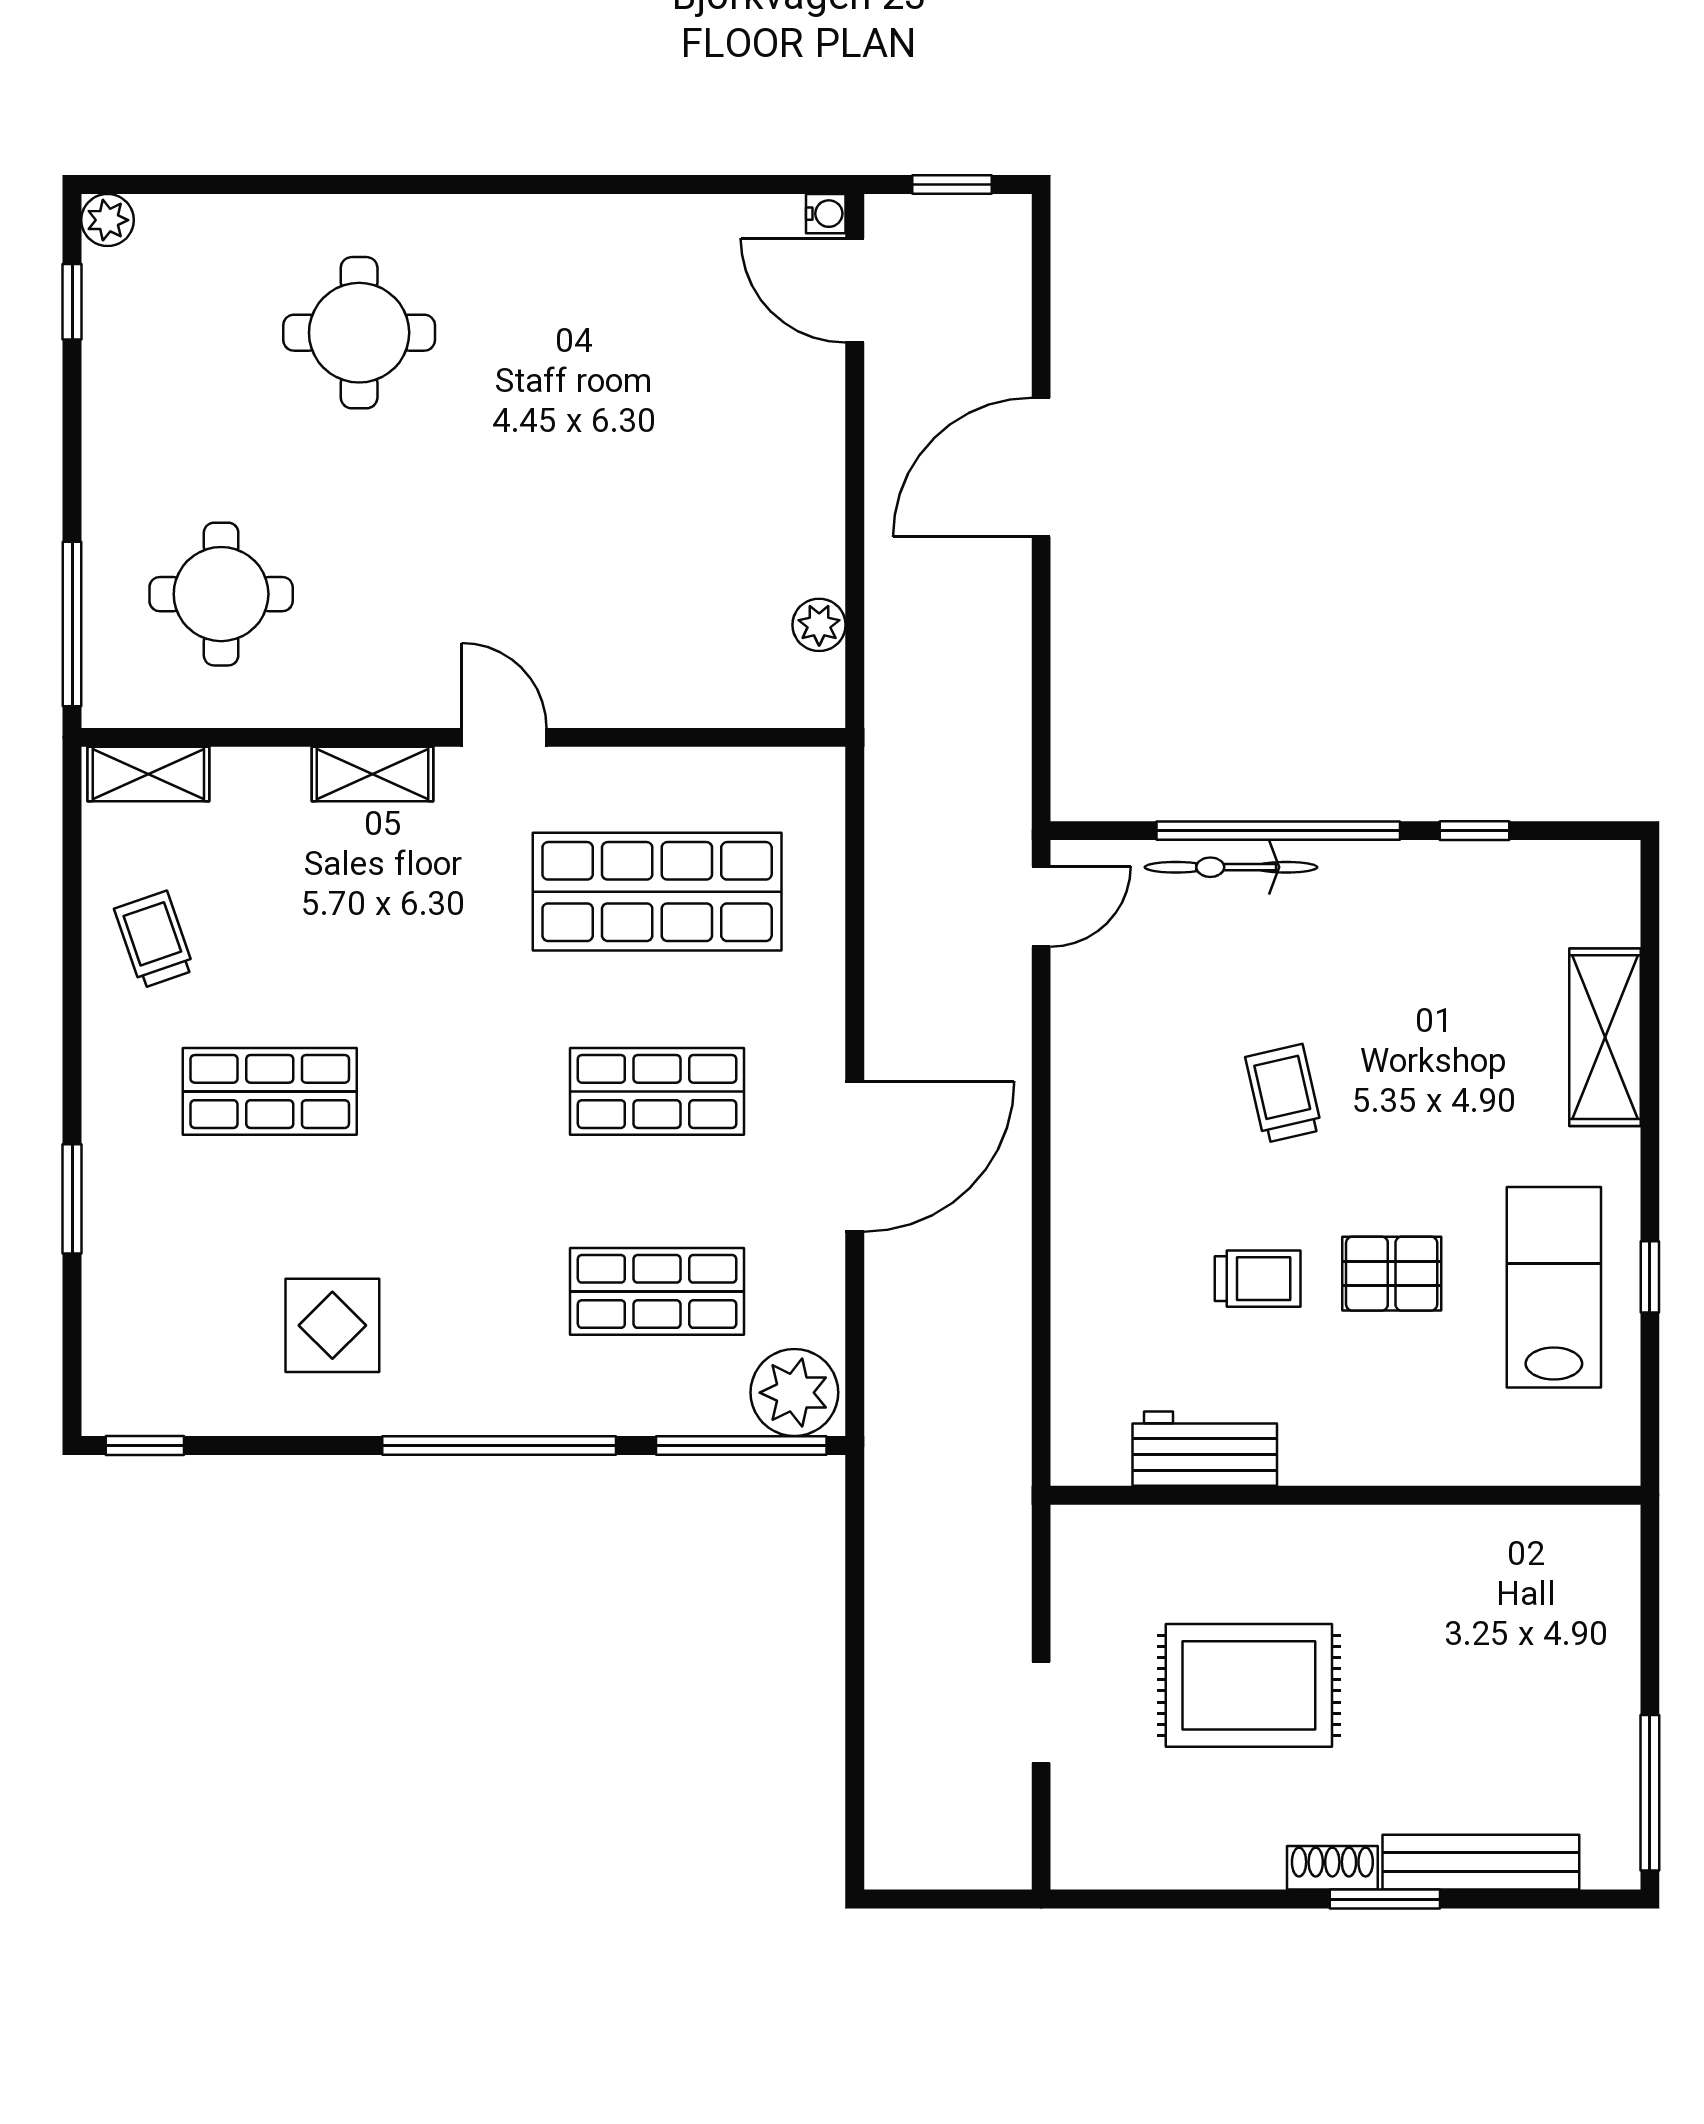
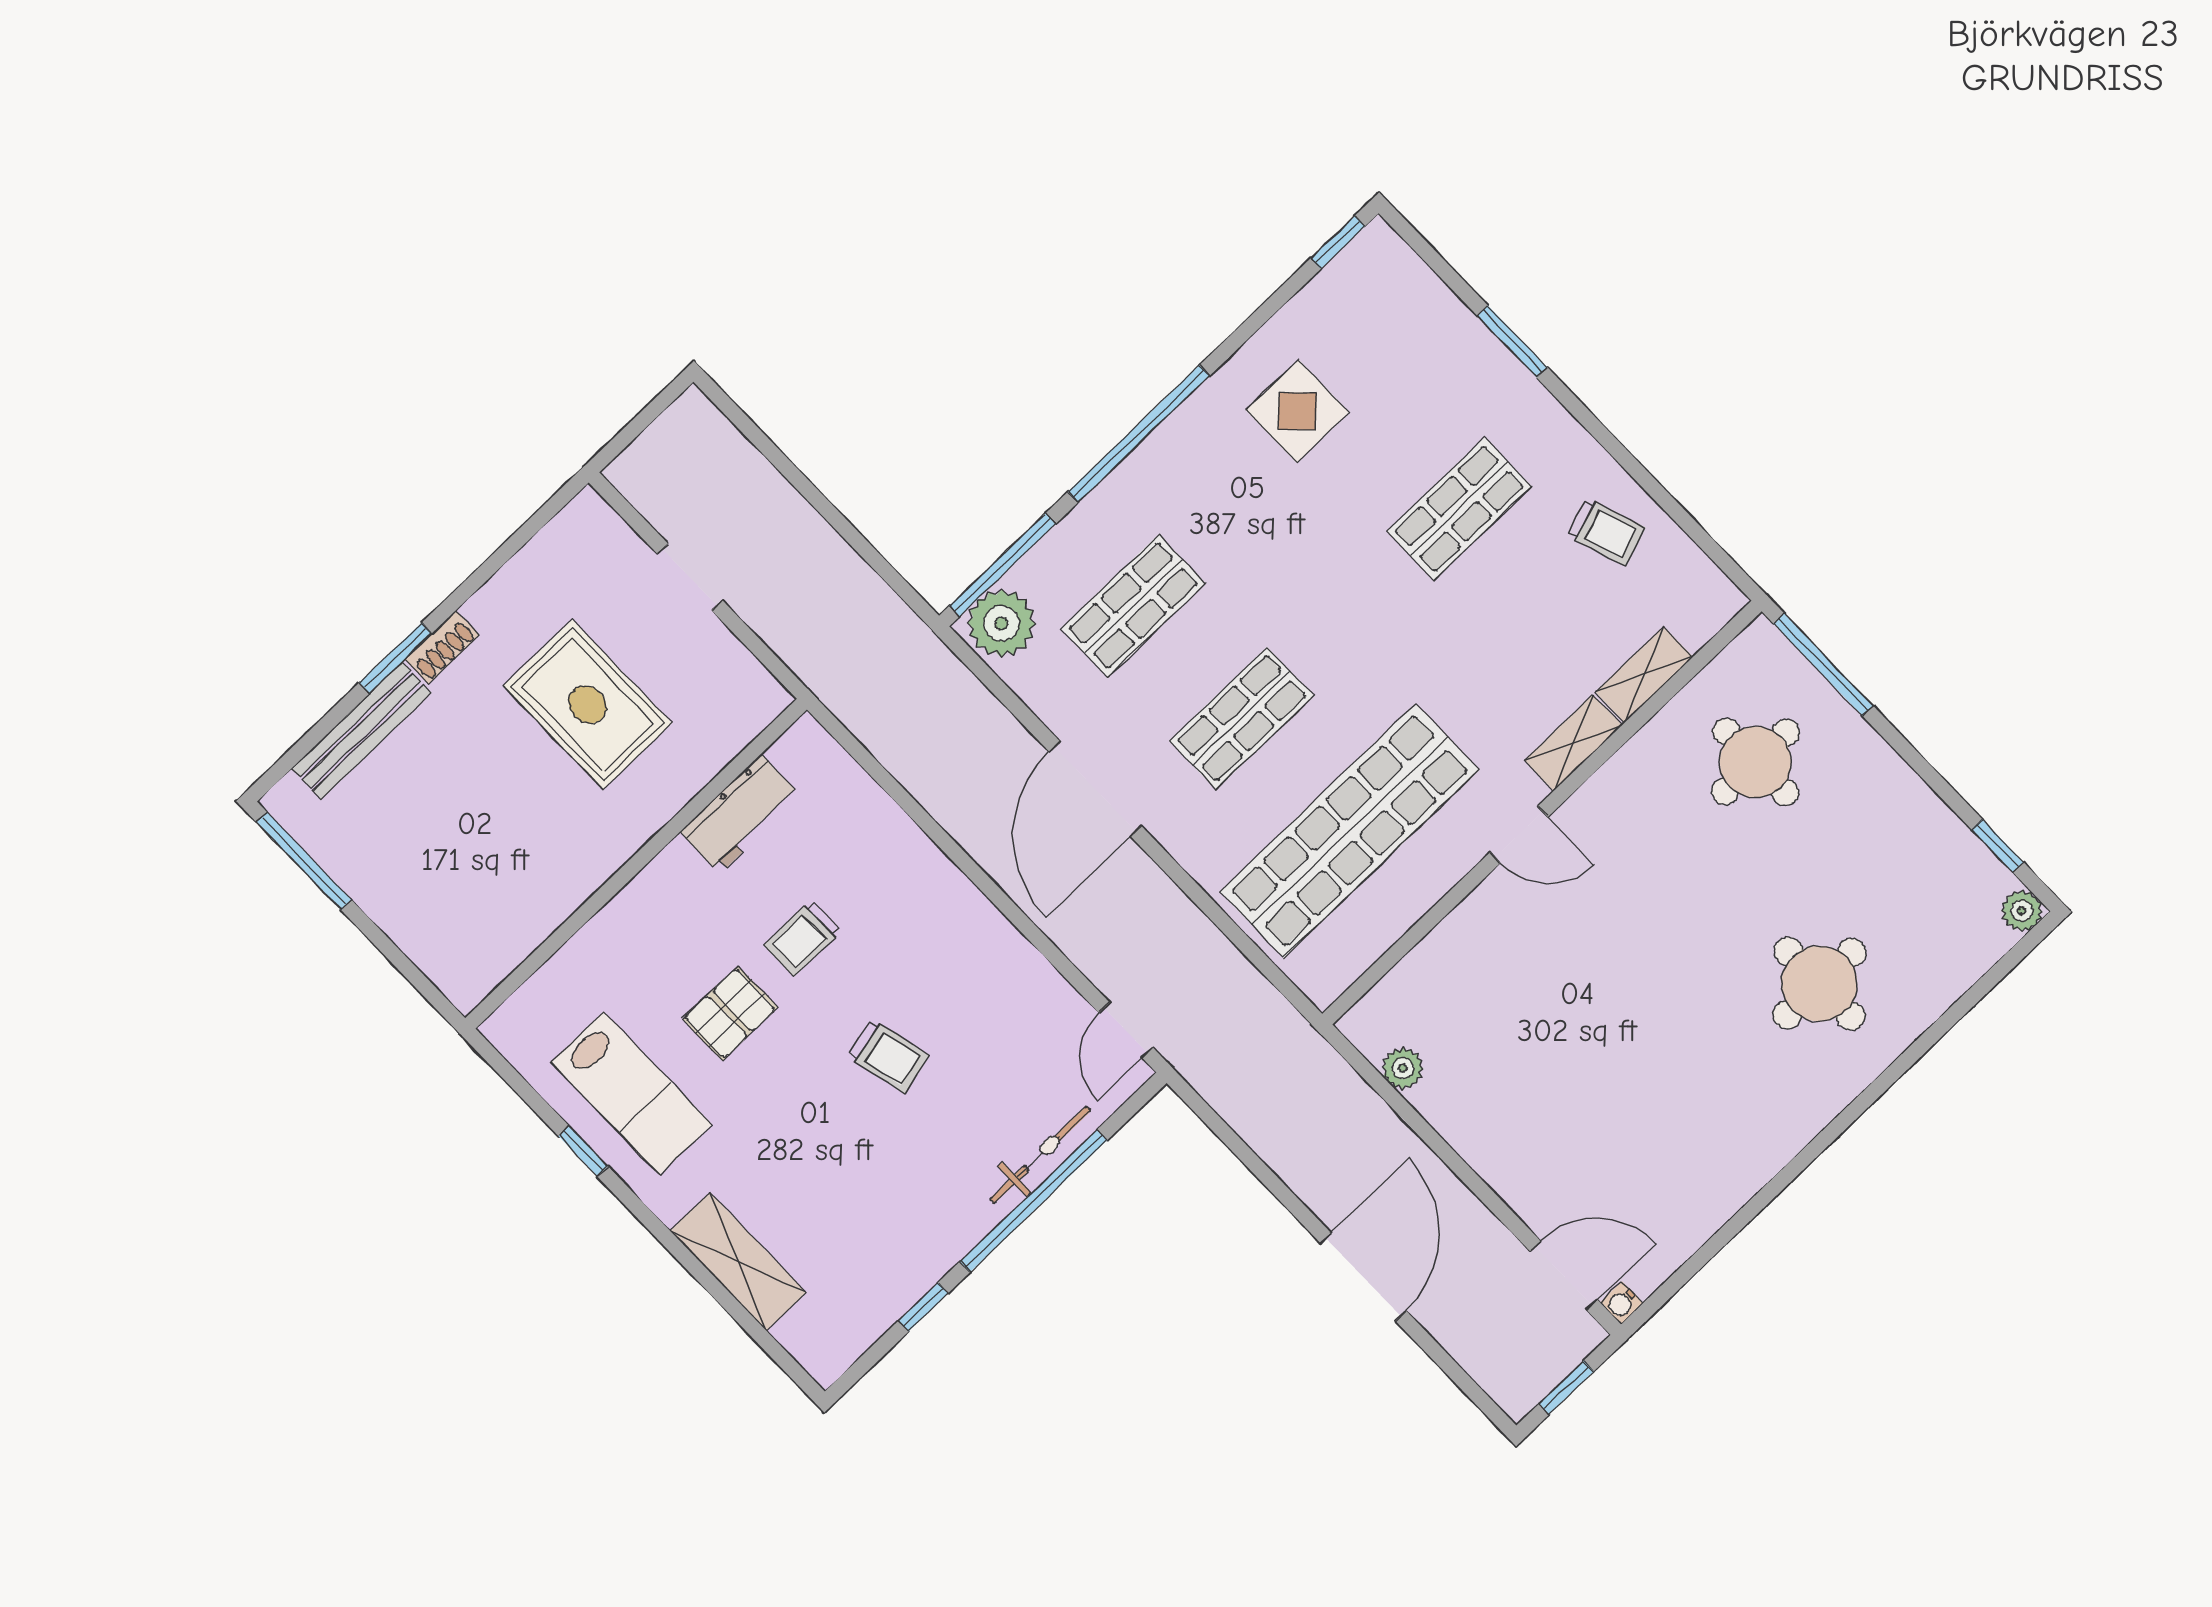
shelving: (148, 774) -> (1644, 674), moved
shop shelf: (657, 892) -> (1350, 831), width x1.40
rug: (1249, 1685) -> (588, 705), turned 90

